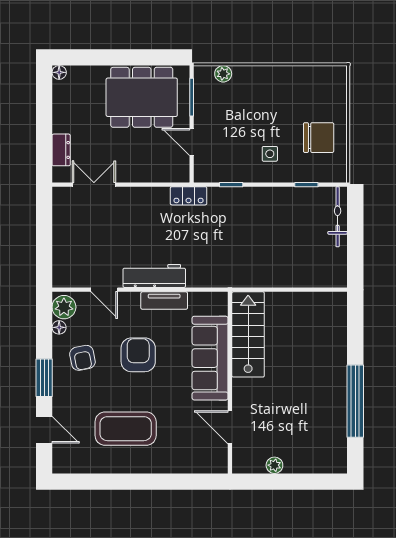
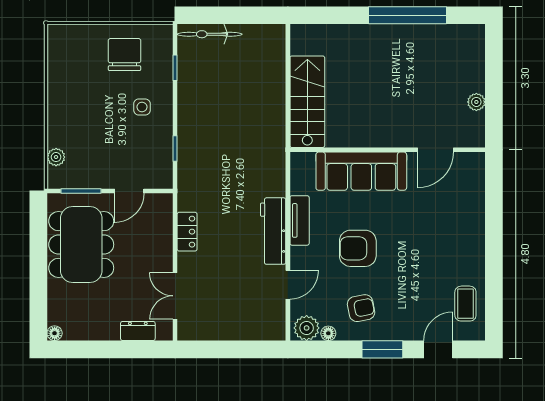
locker: (189, 196) -> (187, 232), moved
stairs: (248, 334) -> (307, 102), moved, turned 90
coffee table: (126, 429) -> (465, 304), moved, width x0.54, depth x0.58

